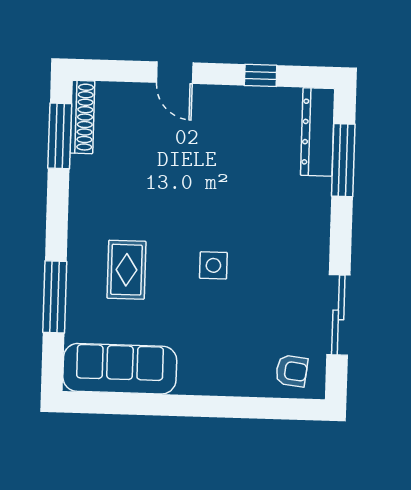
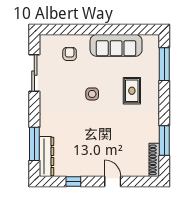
window: (60, 136) -> (164, 140), moved
window: (55, 297) -> (164, 64), moved
sofa: (120, 369) -> (116, 45), moved
armchair: (292, 371) -> (70, 54), moved, turned 83

